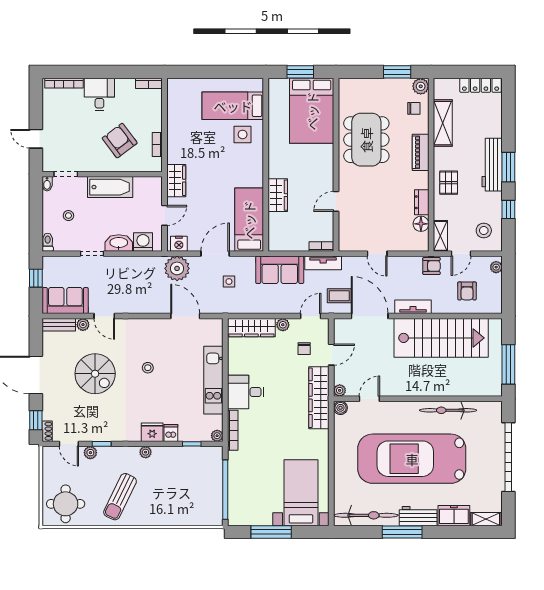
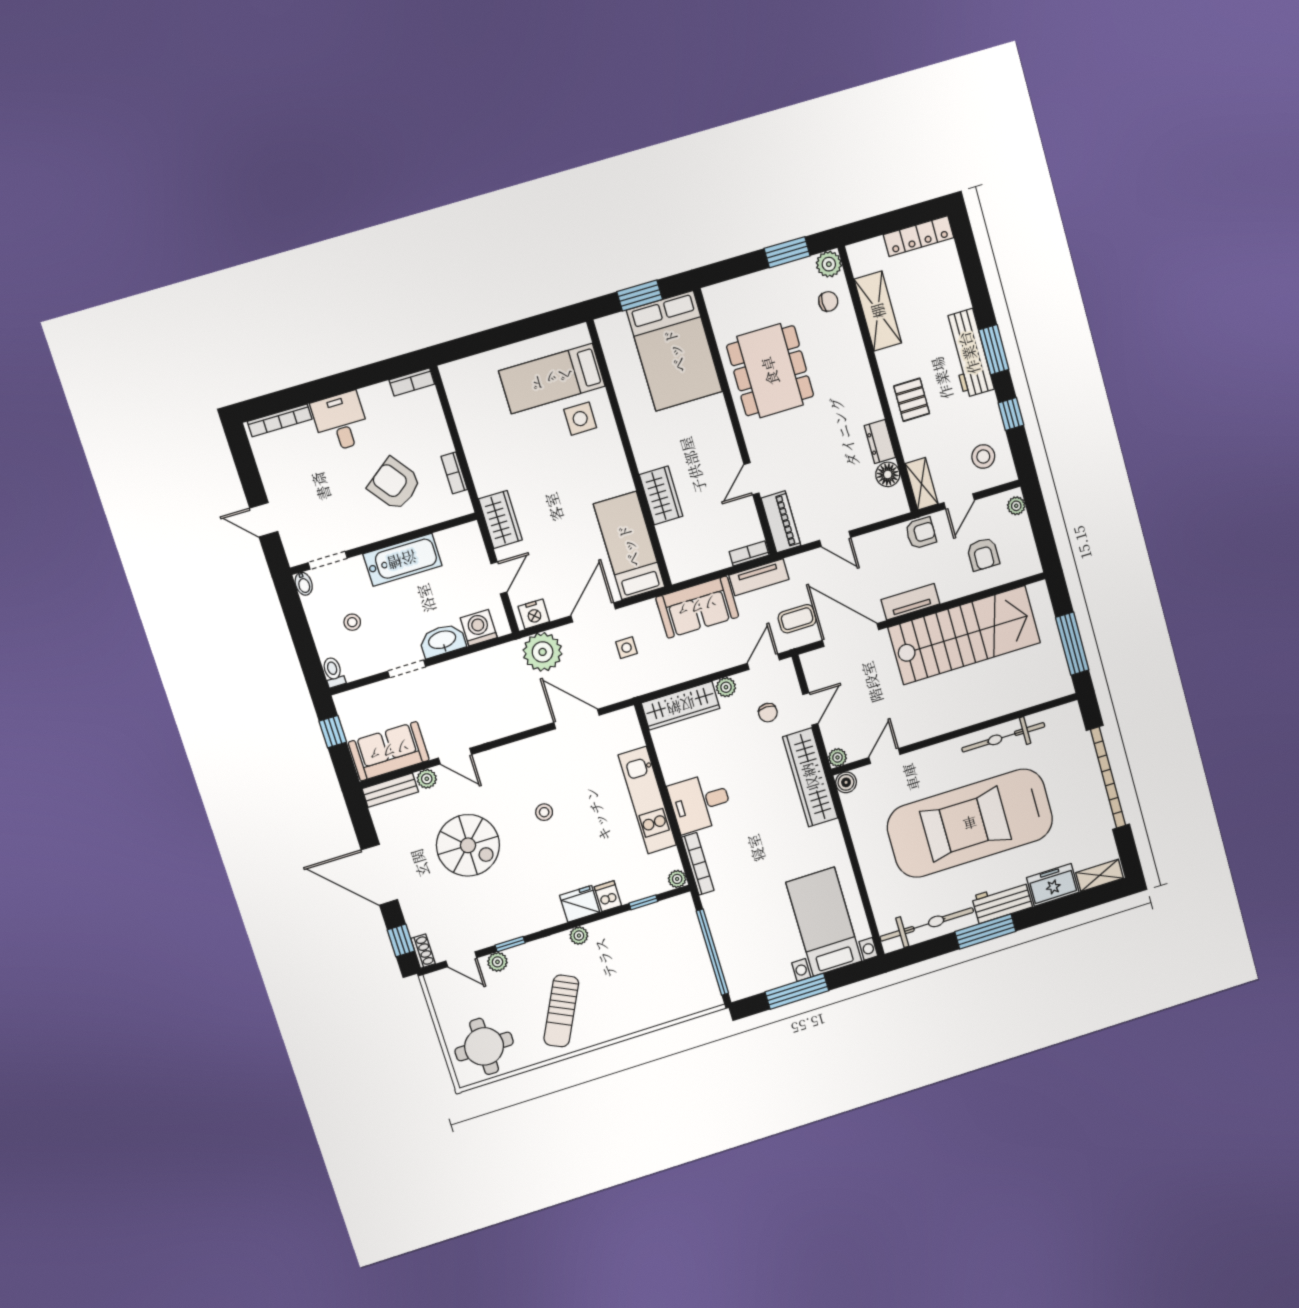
piano: (421, 152) -> (781, 522), moved, turned 180

